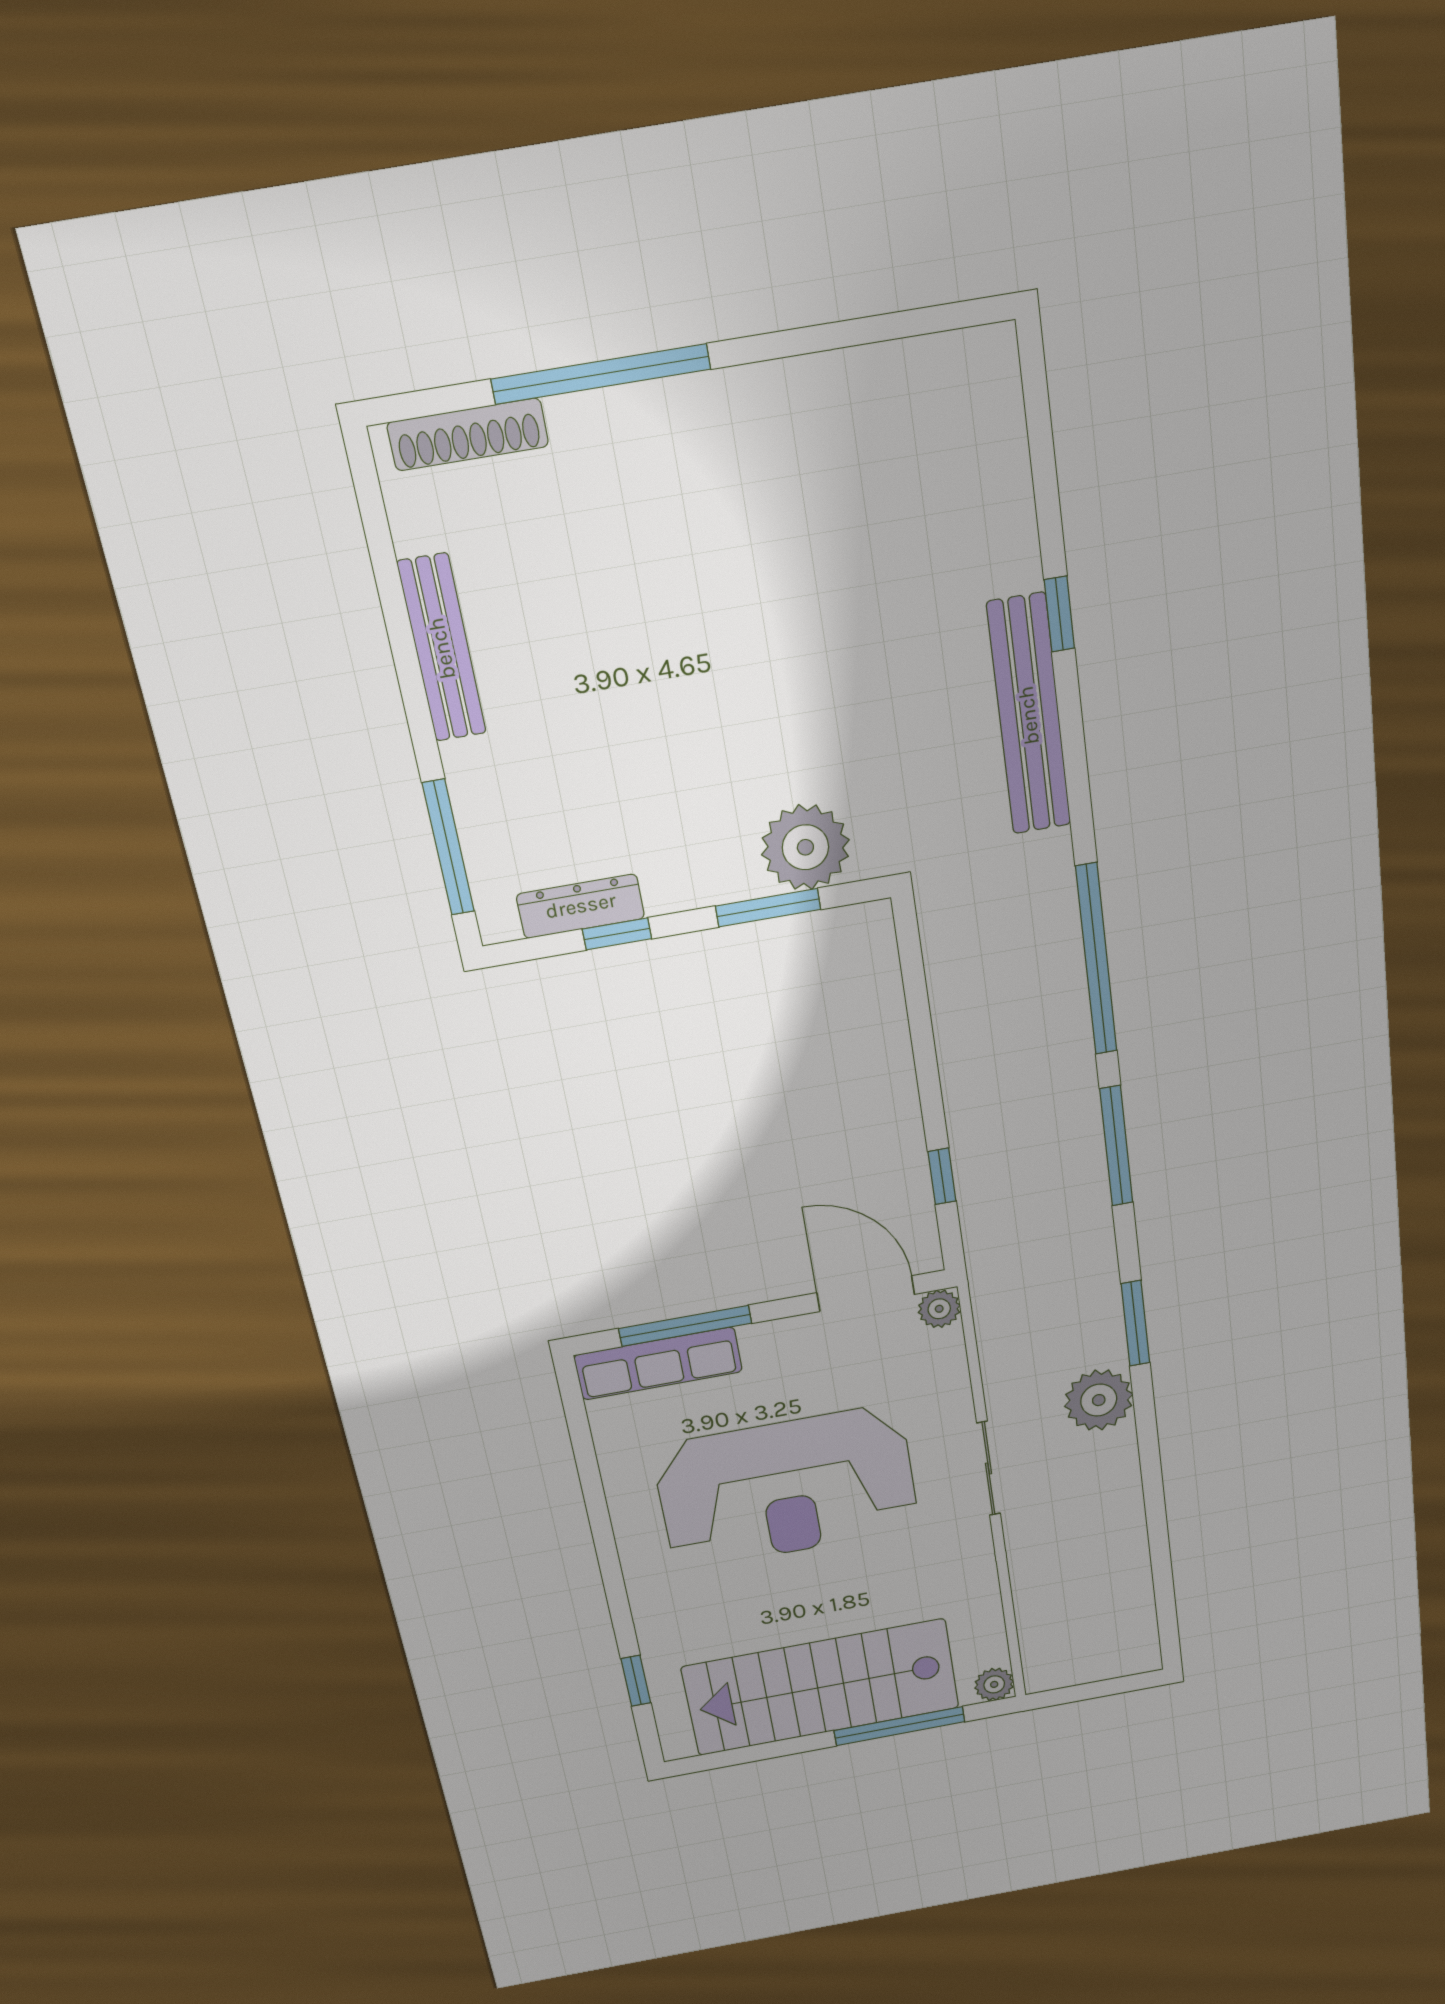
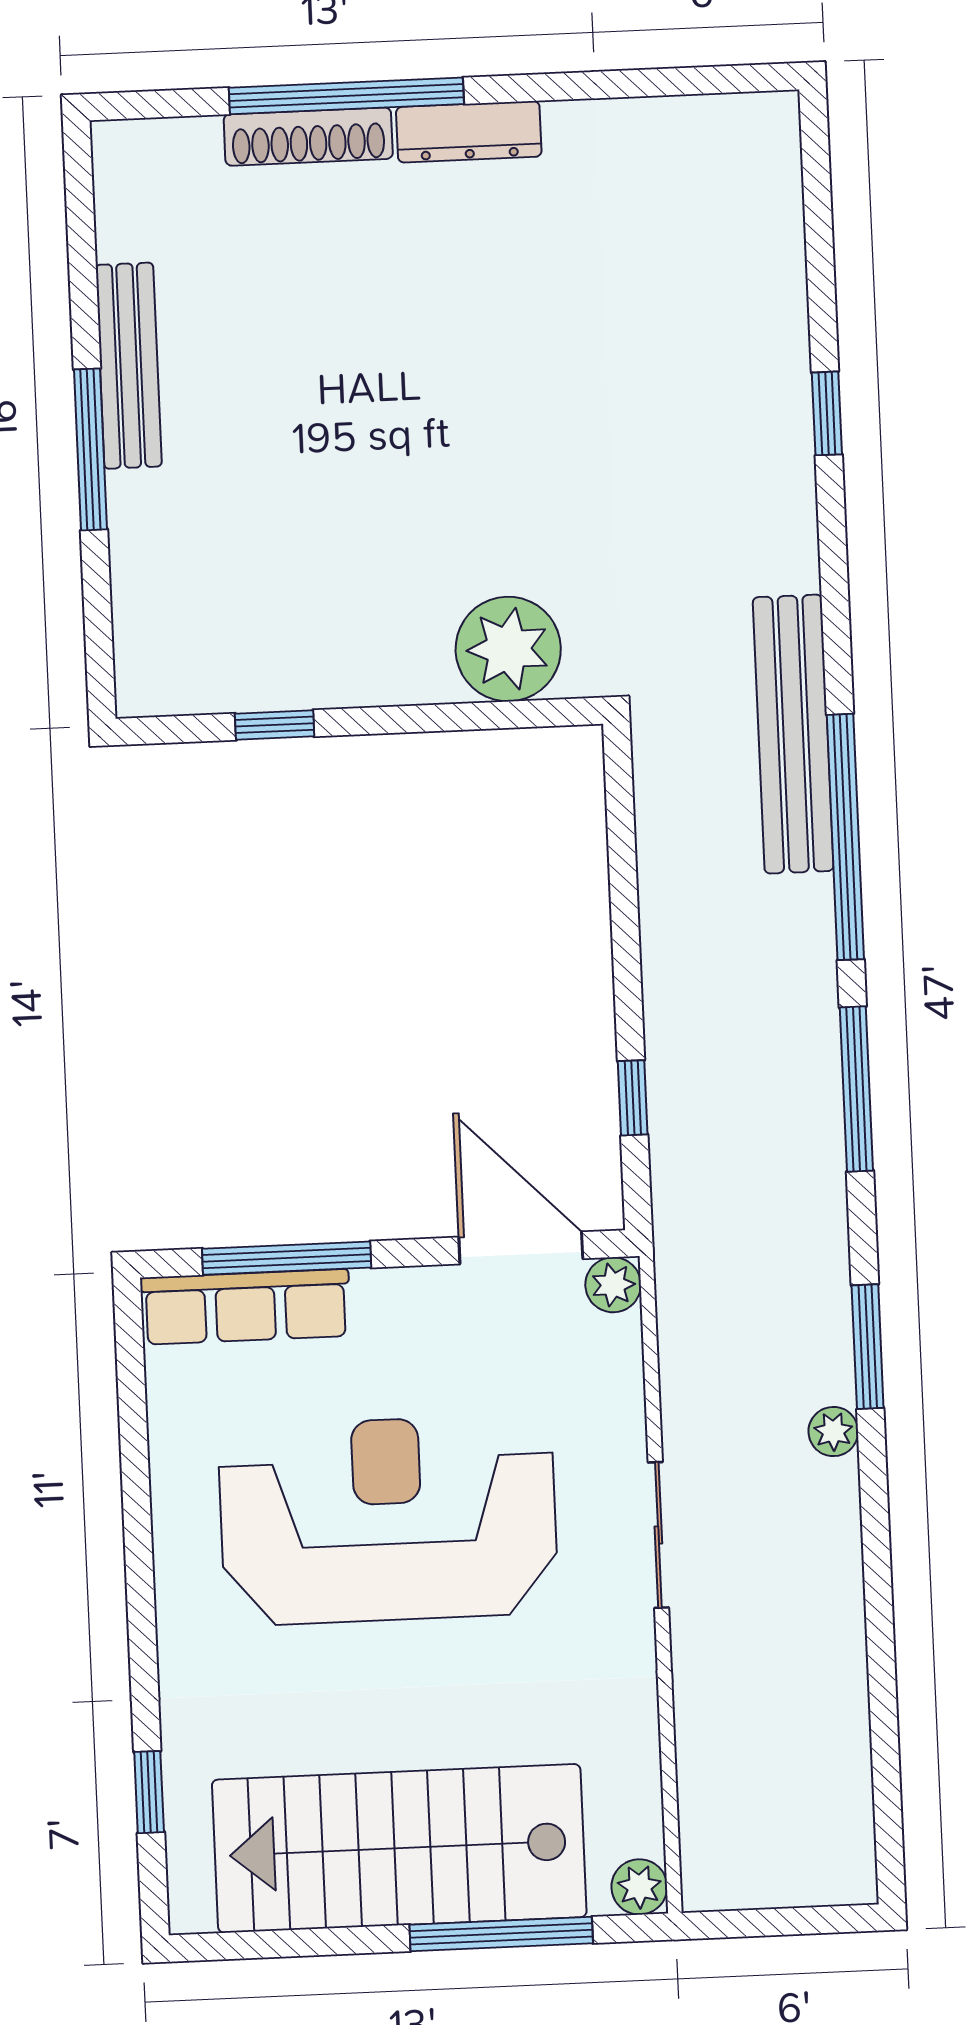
shoe rack: (468, 434) -> (308, 137), moved
bench: (1029, 715) -> (793, 734), moved
window: (448, 847) -> (90, 449), moved
dresser: (581, 906) -> (469, 132), moved, turned 180
window: (768, 908) -> (456, 717), removed
plant: (1099, 1400) -> (833, 1432), width x0.53, depth x0.53
reception desk: (787, 1488) -> (388, 1520), turned 180

